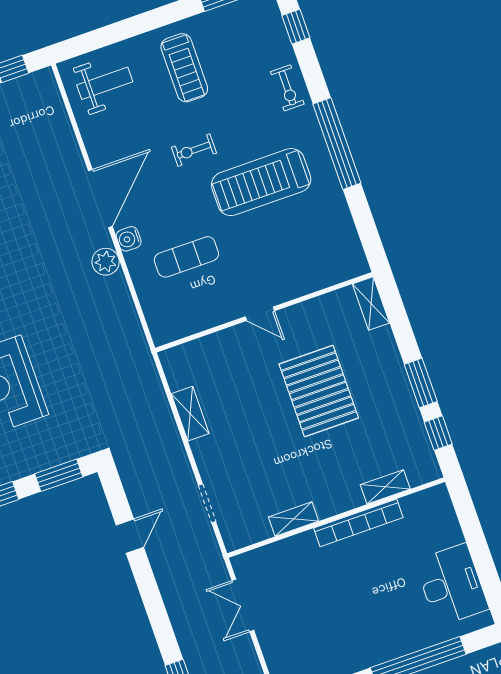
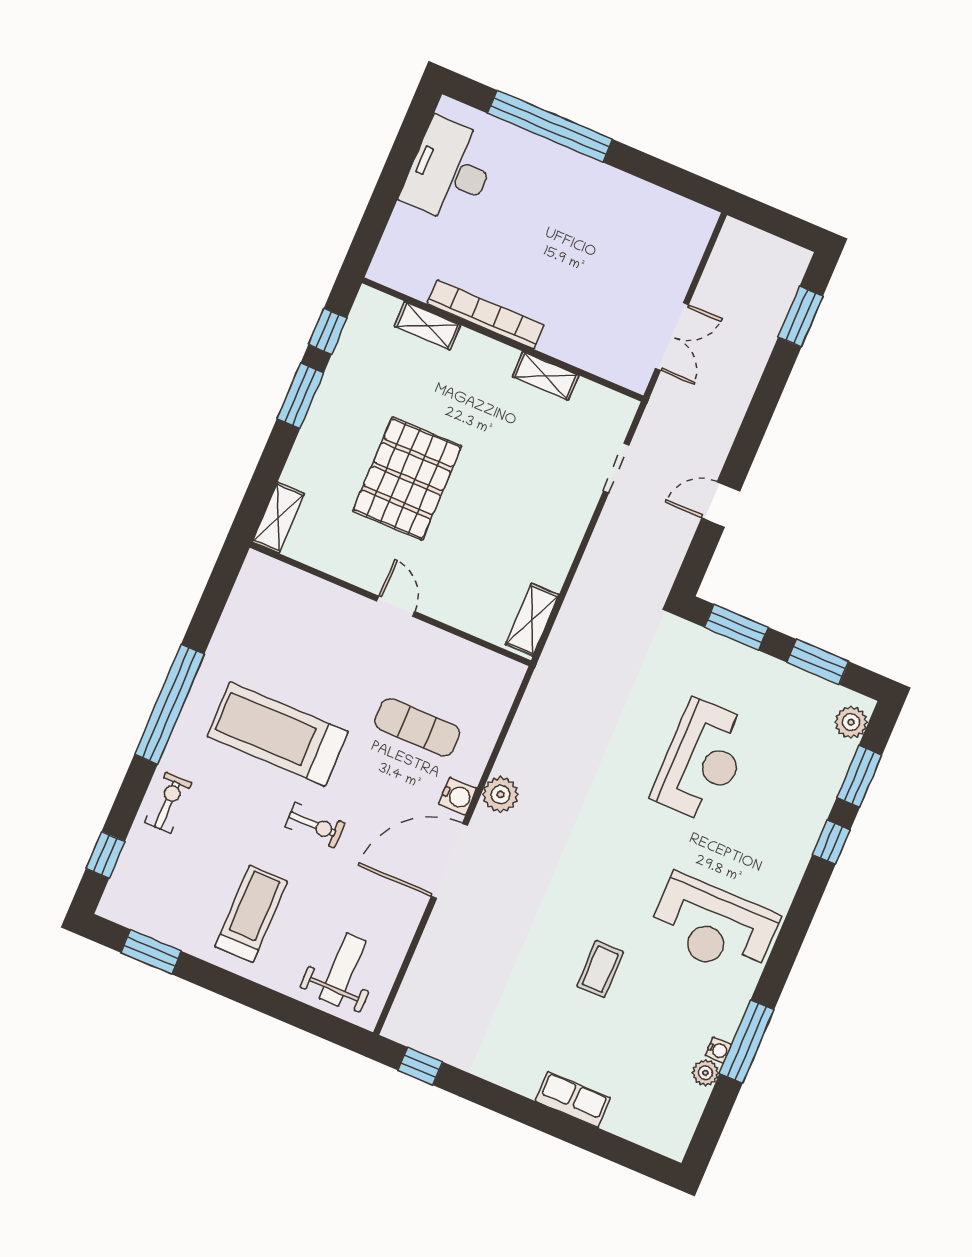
weight bench: (105, 83) -> (343, 970), turned 90
treadmill: (261, 182) -> (278, 734), turned 180
shelving: (190, 414) -> (532, 620), moved

